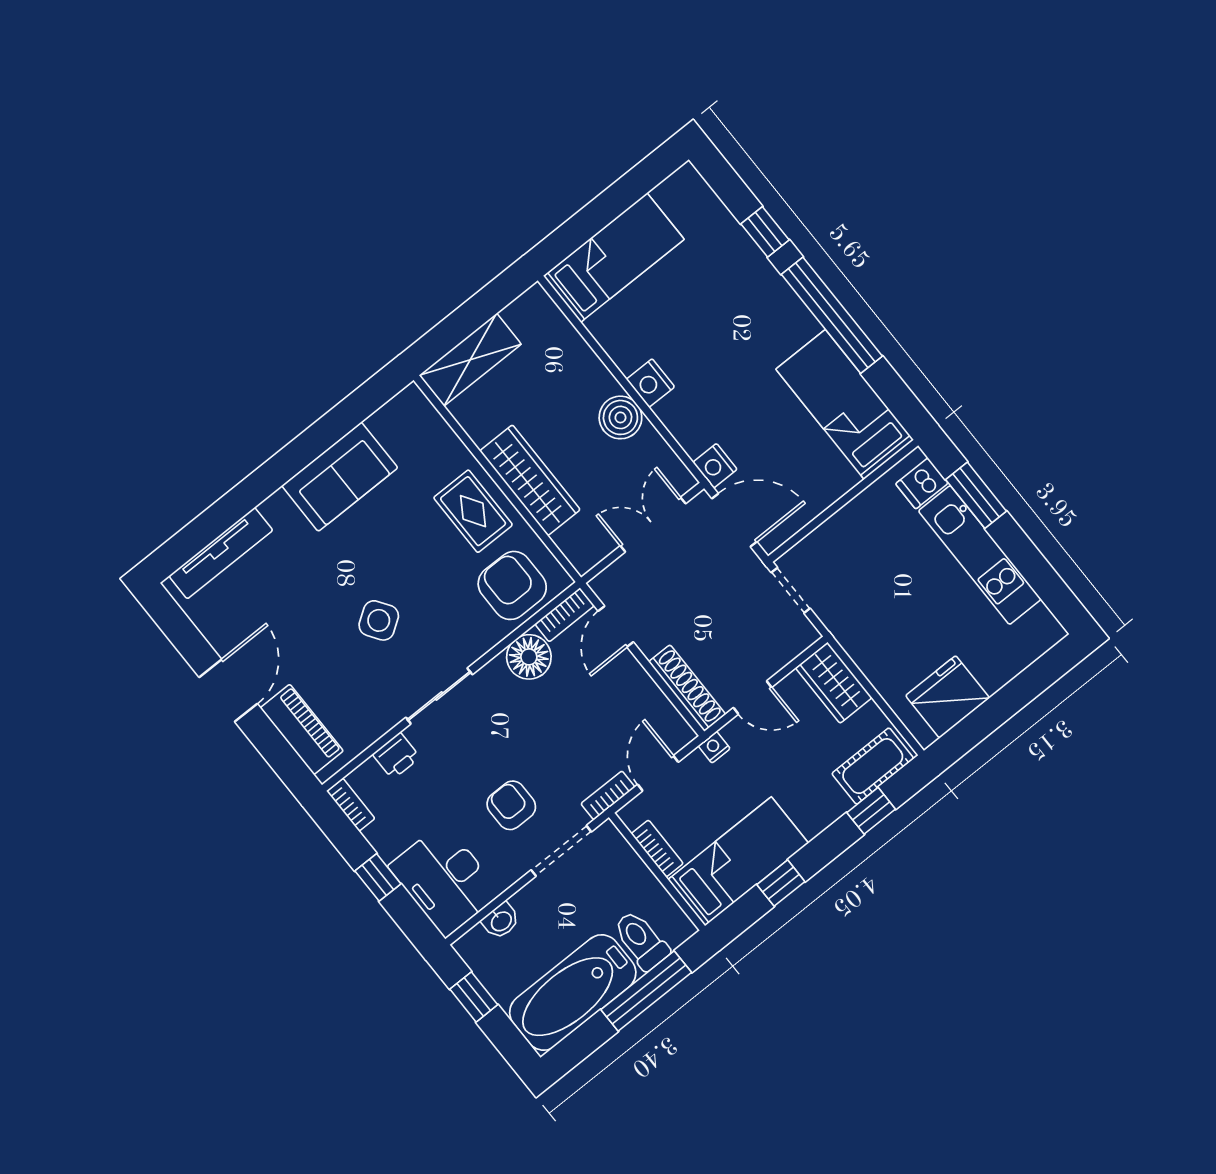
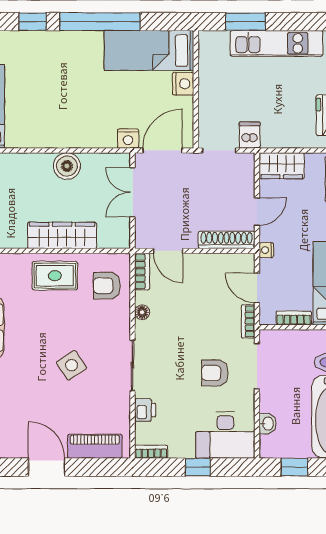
nightstand: (651, 383) -> (183, 84), moved, turned -90
dishwasher: (922, 483) -> (250, 135), moved, turned 180
armchair: (512, 585) -> (107, 286), width x0.72, depth x0.72
floor lamp: (529, 657) -> (142, 312), width x0.53, depth x0.53

